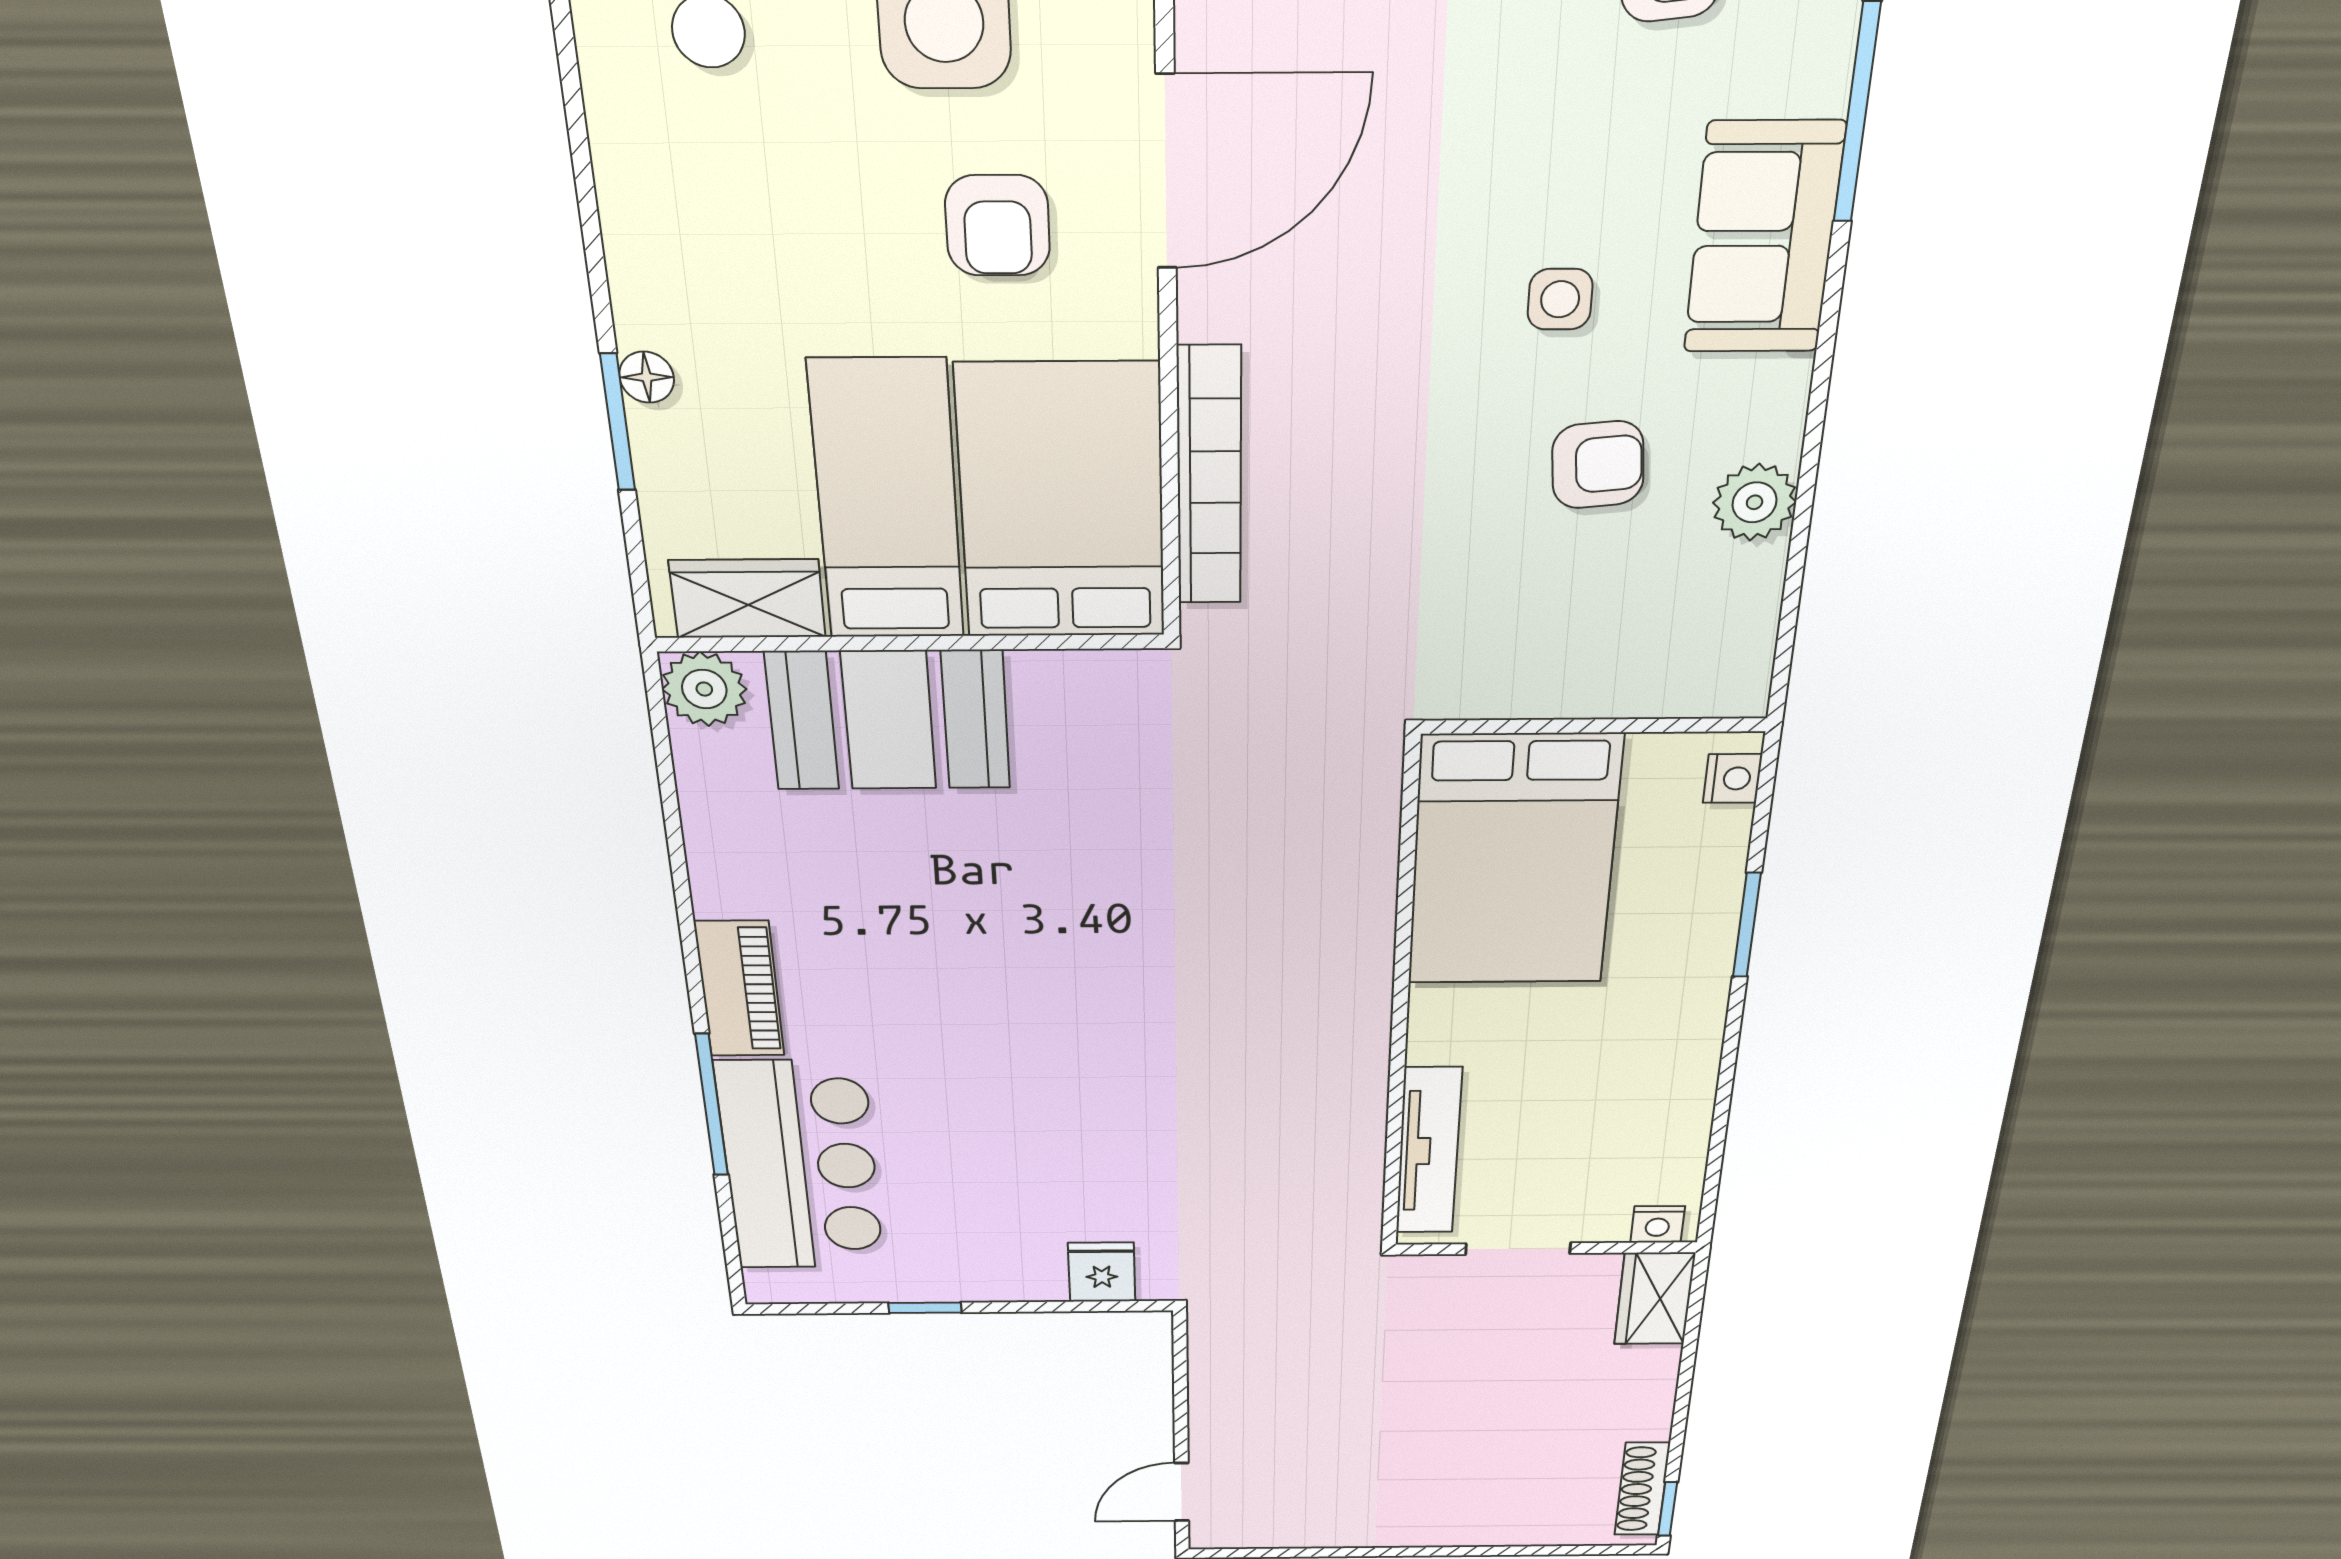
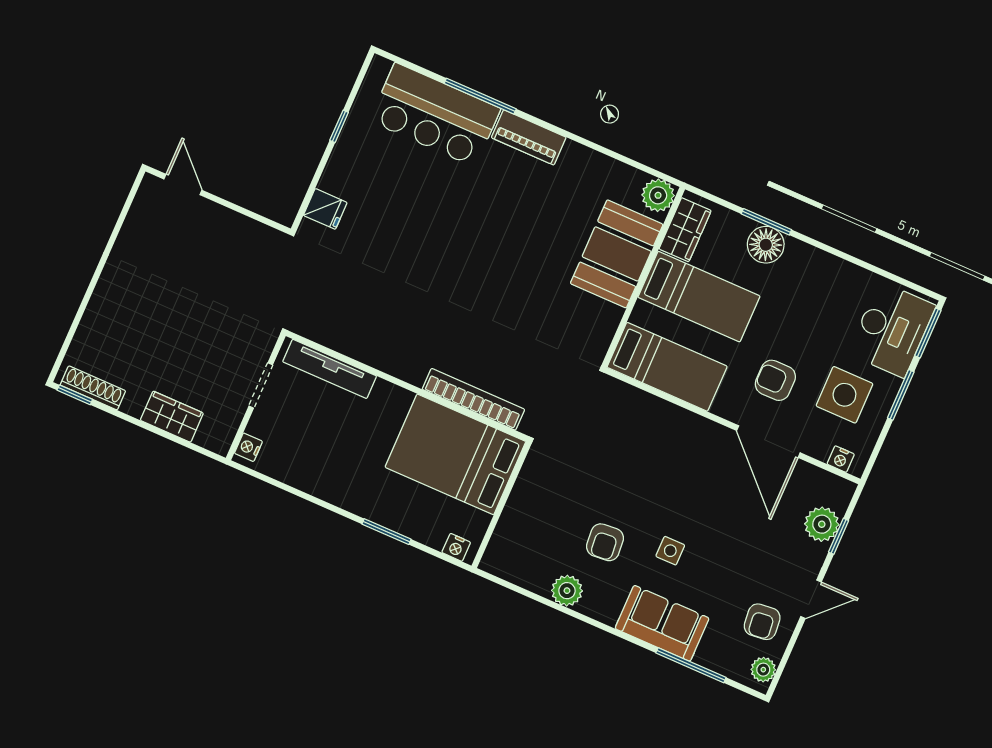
floor lamp: (647, 377) -> (766, 245), width x1.89, depth x1.89
bookcase: (1209, 477) -> (473, 399), moved, turned 180
bed: (1062, 502) -> (667, 367), width x0.67
wardrobe: (1655, 1299) -> (172, 417), moved

